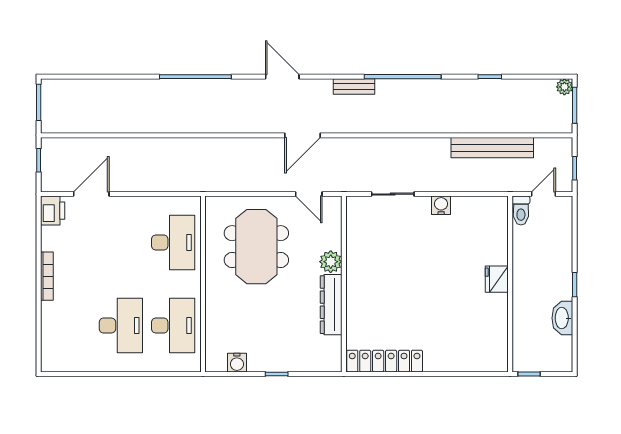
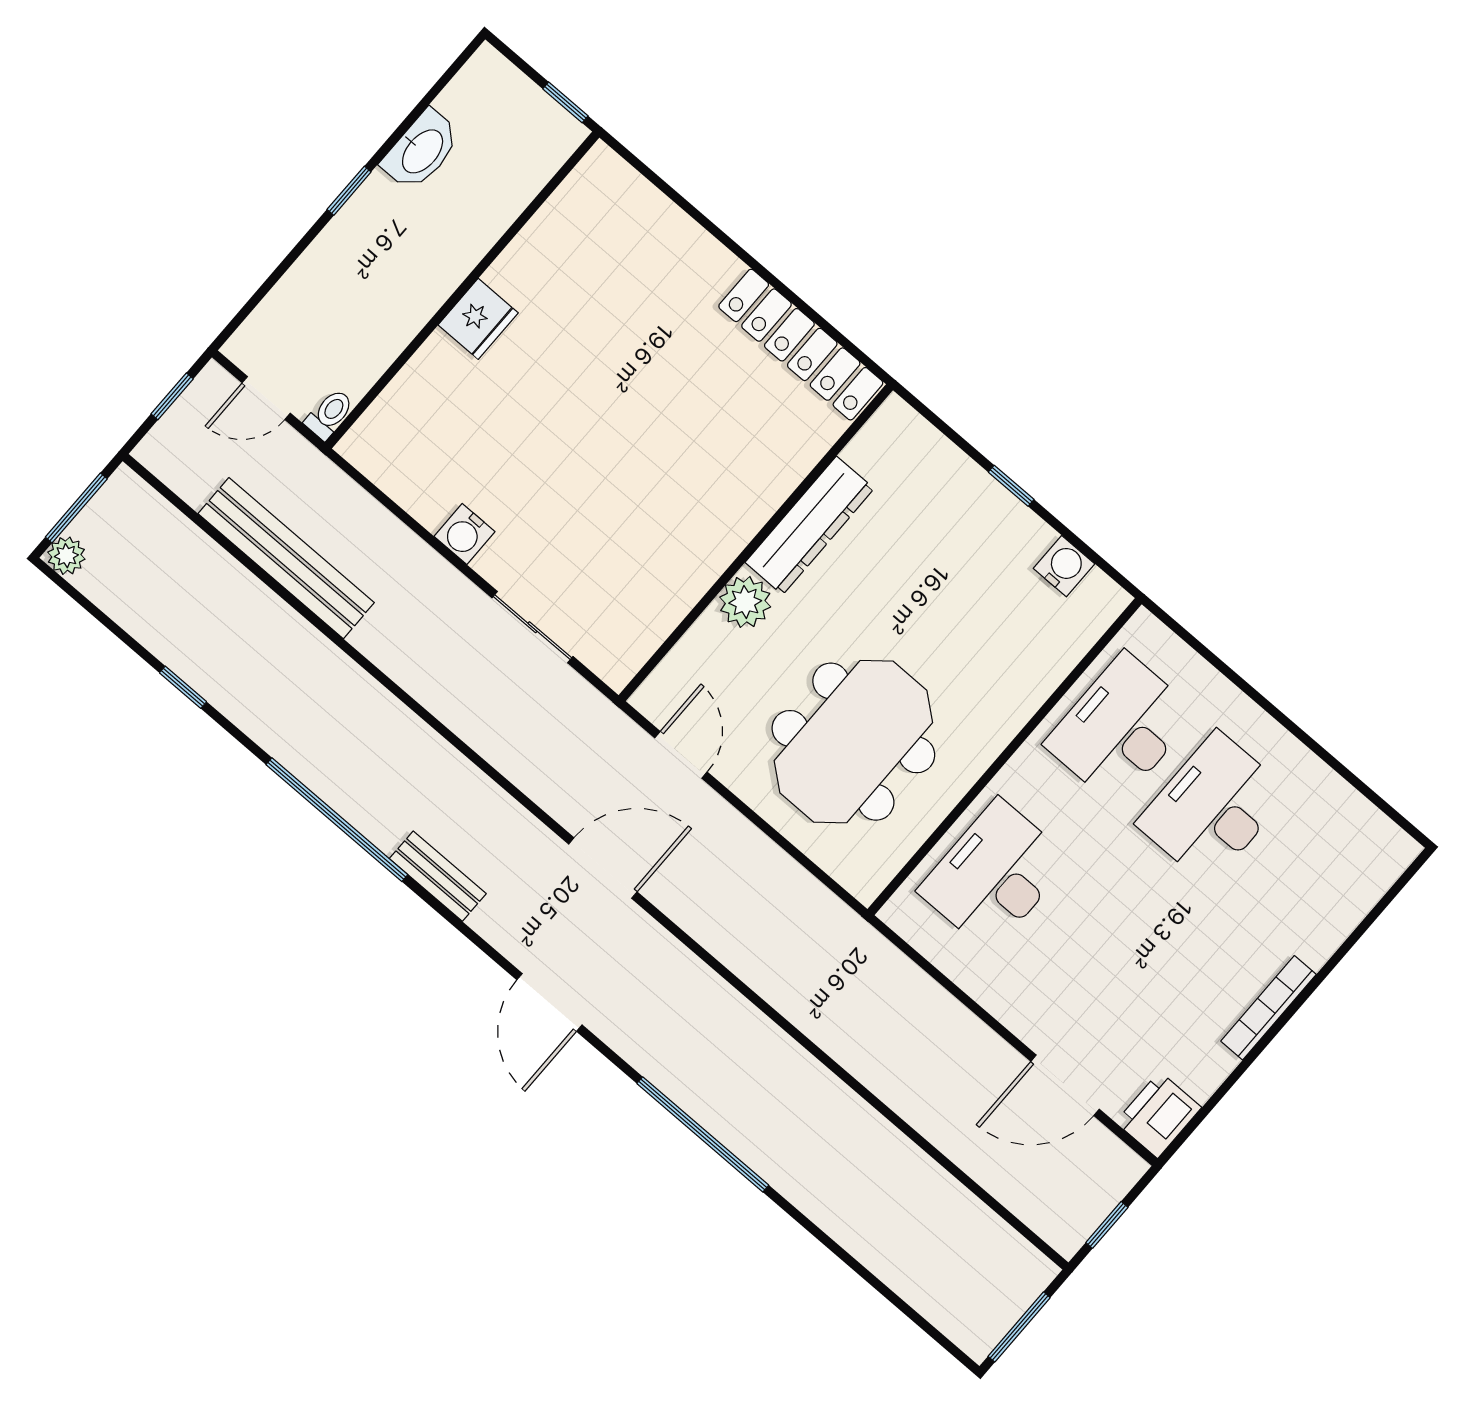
toilet: (521, 211) -> (329, 414), width x0.73, depth x0.72

